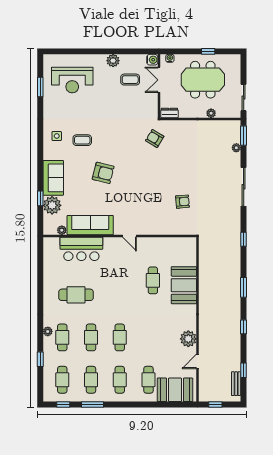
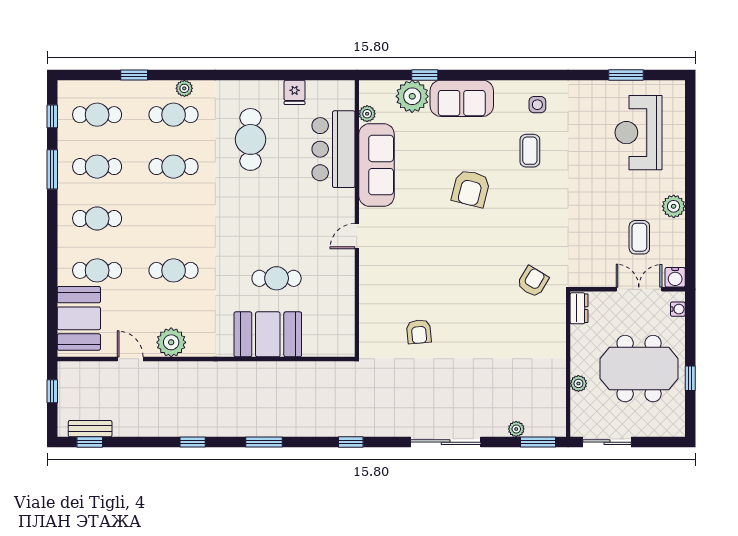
meeting table: (203, 80) -> (639, 369), turned 90
fridge: (50, 270) -> (295, 92), added
cafe table: (120, 337) -> (174, 270), moved
window: (244, 370) -> (90, 442), moved

